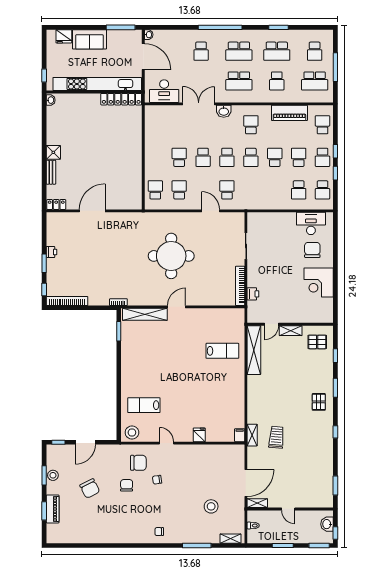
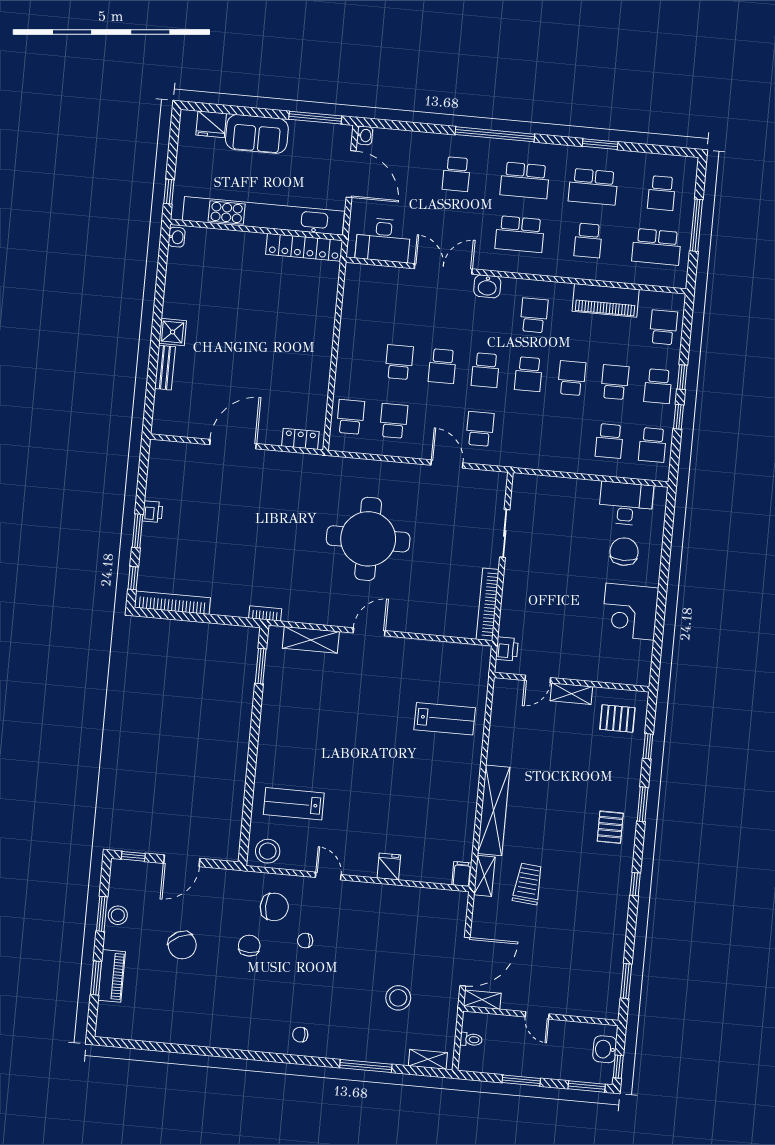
locker: (56, 204) -> (300, 439), moved
printer: (253, 294) -> (507, 649), moved
shelving: (145, 314) -> (311, 640), width x0.68
shelving: (254, 350) -> (494, 810), moved

